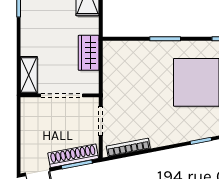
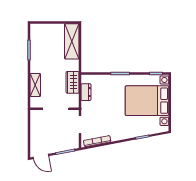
dresser: (110, 69) -> (86, 92), added
shelving: (29, 75) -> (35, 85), moved
shoe rack: (73, 156) -> (63, 146), removed

